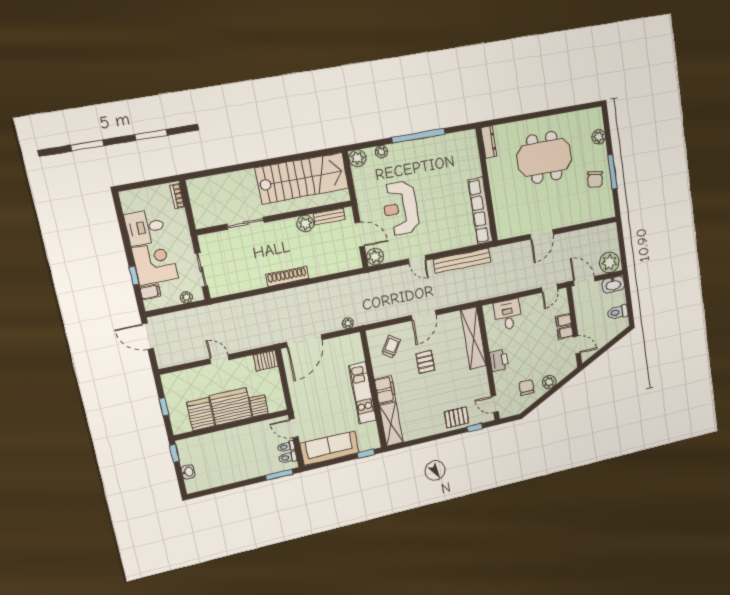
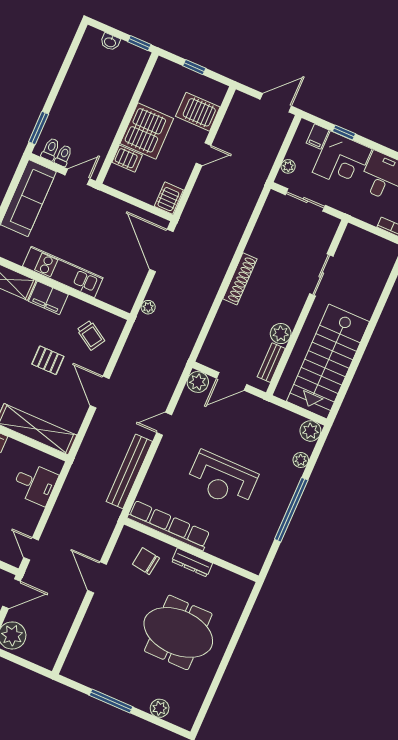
dresser: (489, 142) -> (192, 562), moved
meeting table: (544, 157) -> (178, 632), turned 90
chair: (595, 179) -> (146, 561), moved
reception desk: (400, 208) -> (222, 480), moved, turned 180
server rack: (201, 414) -> (198, 112), moved, turned 180

